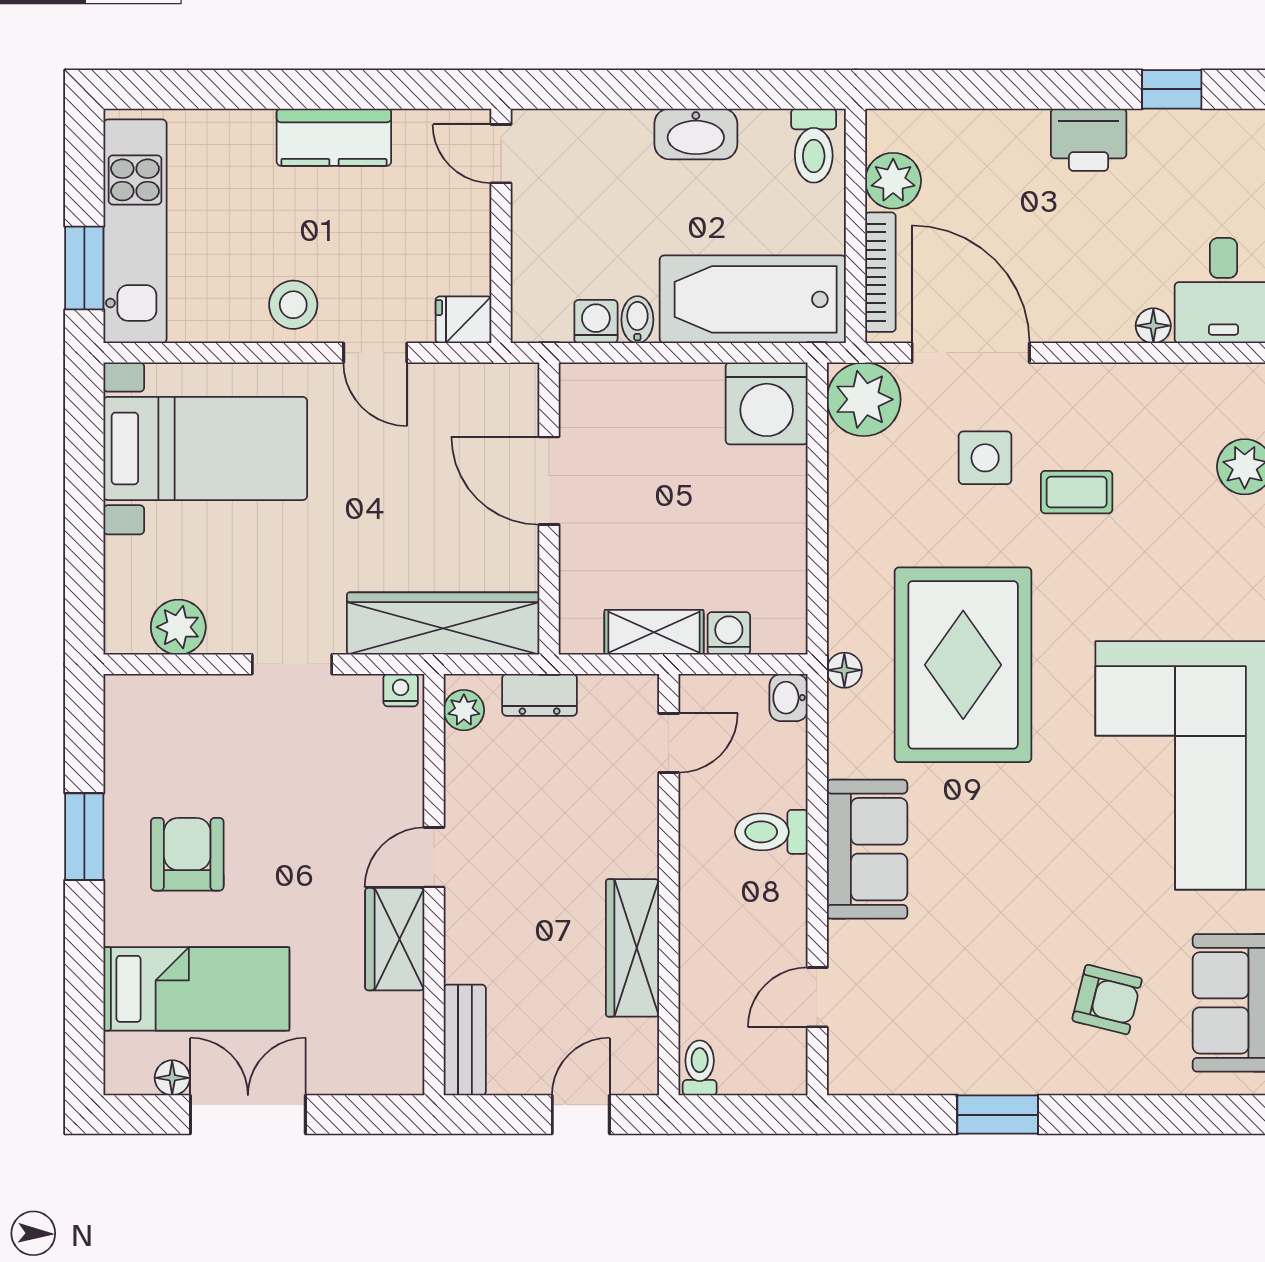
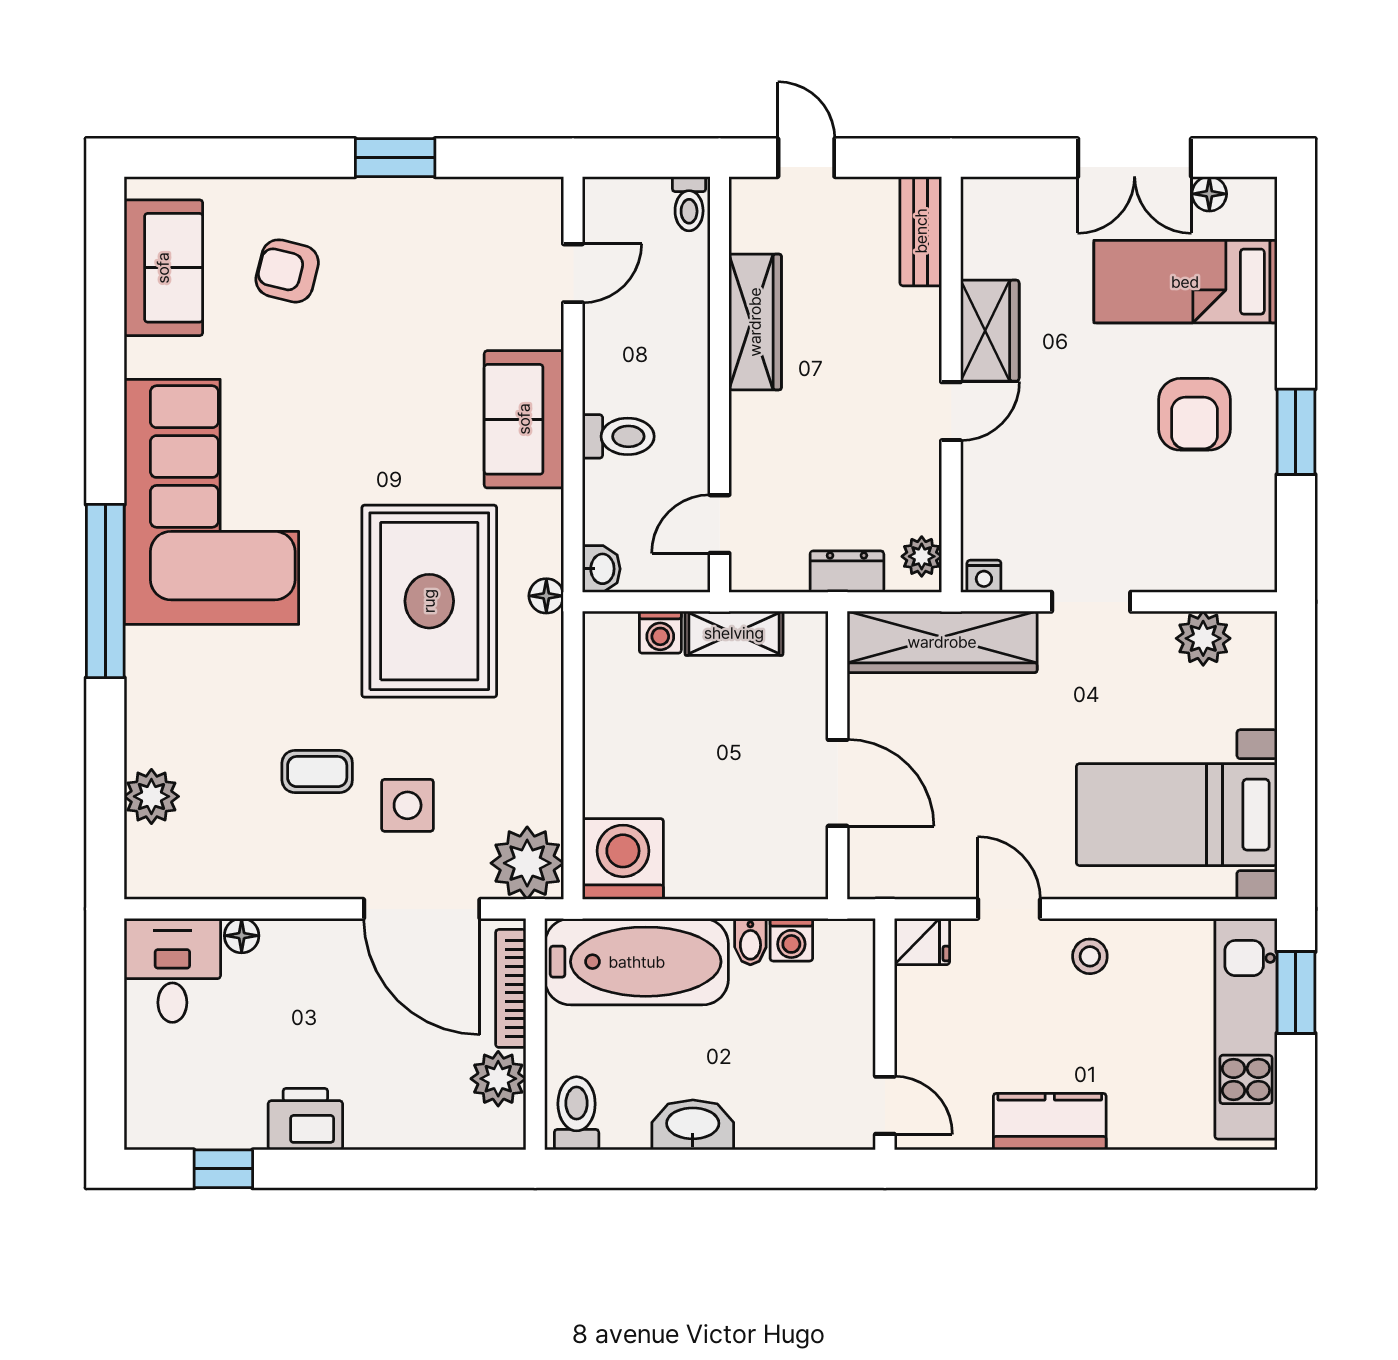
stool: (293, 305) -> (1090, 956), width x0.73, depth x0.73
door: (581, 1115) -> (806, 158), swing flipped

